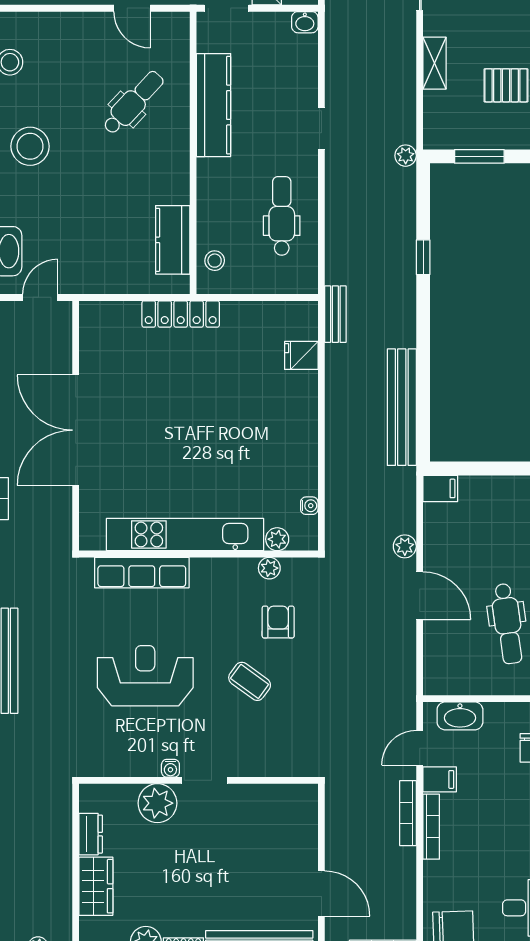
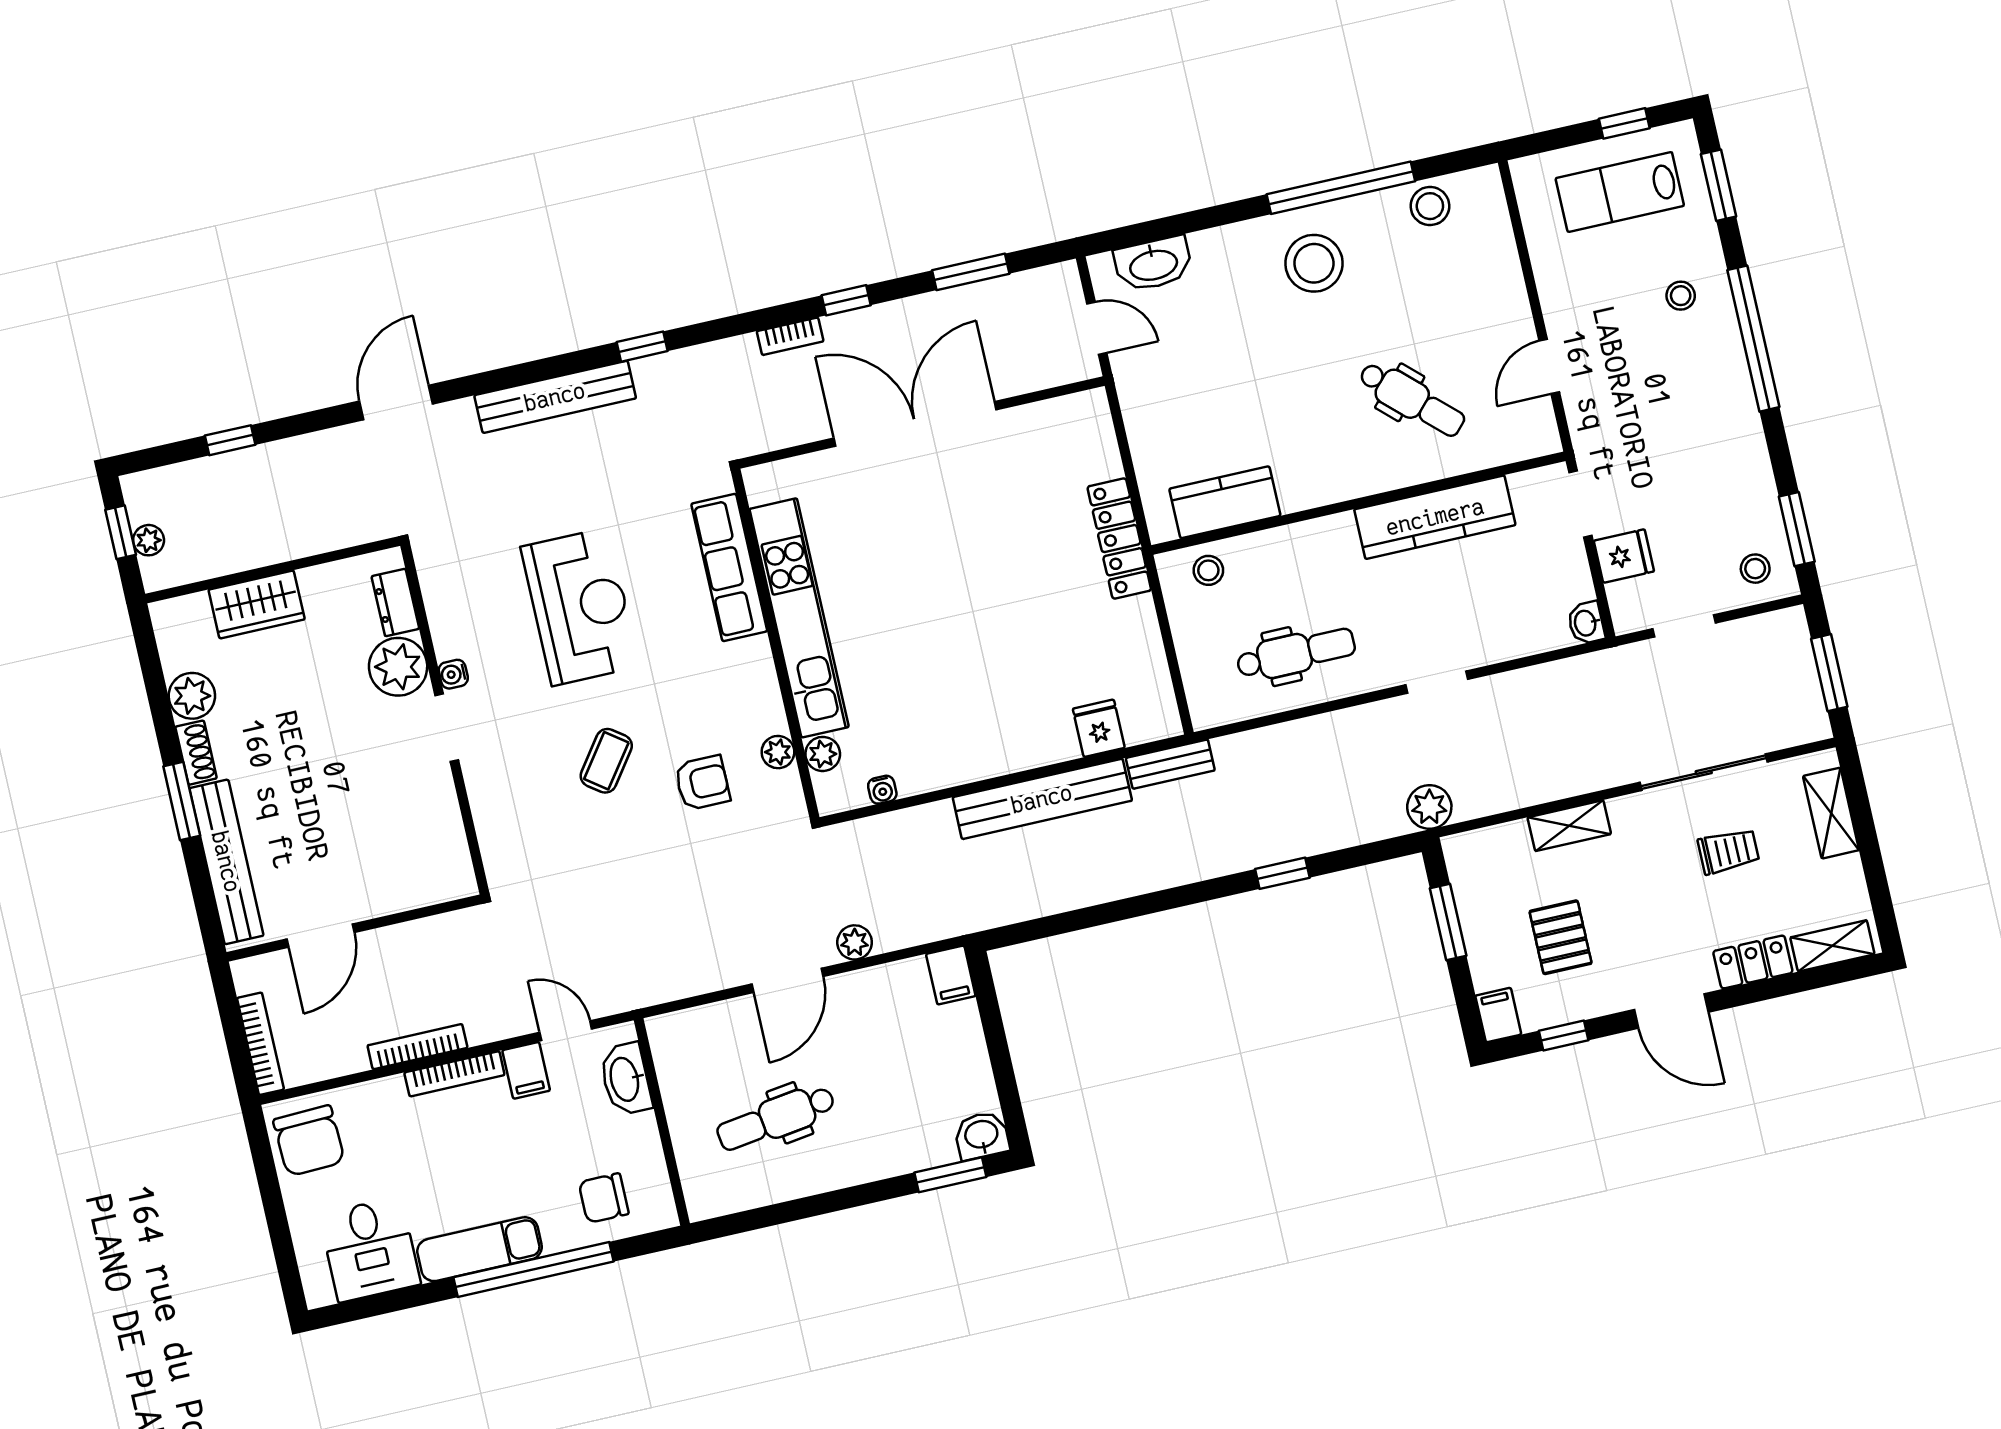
plant: (406, 156) -> (1429, 807), width x1.38, depth x1.38
bench: (402, 407) -> (1042, 799), moved
bookcase: (408, 813) -> (417, 1047), moved
dresser: (91, 834) -> (395, 603), moved, turned 90

